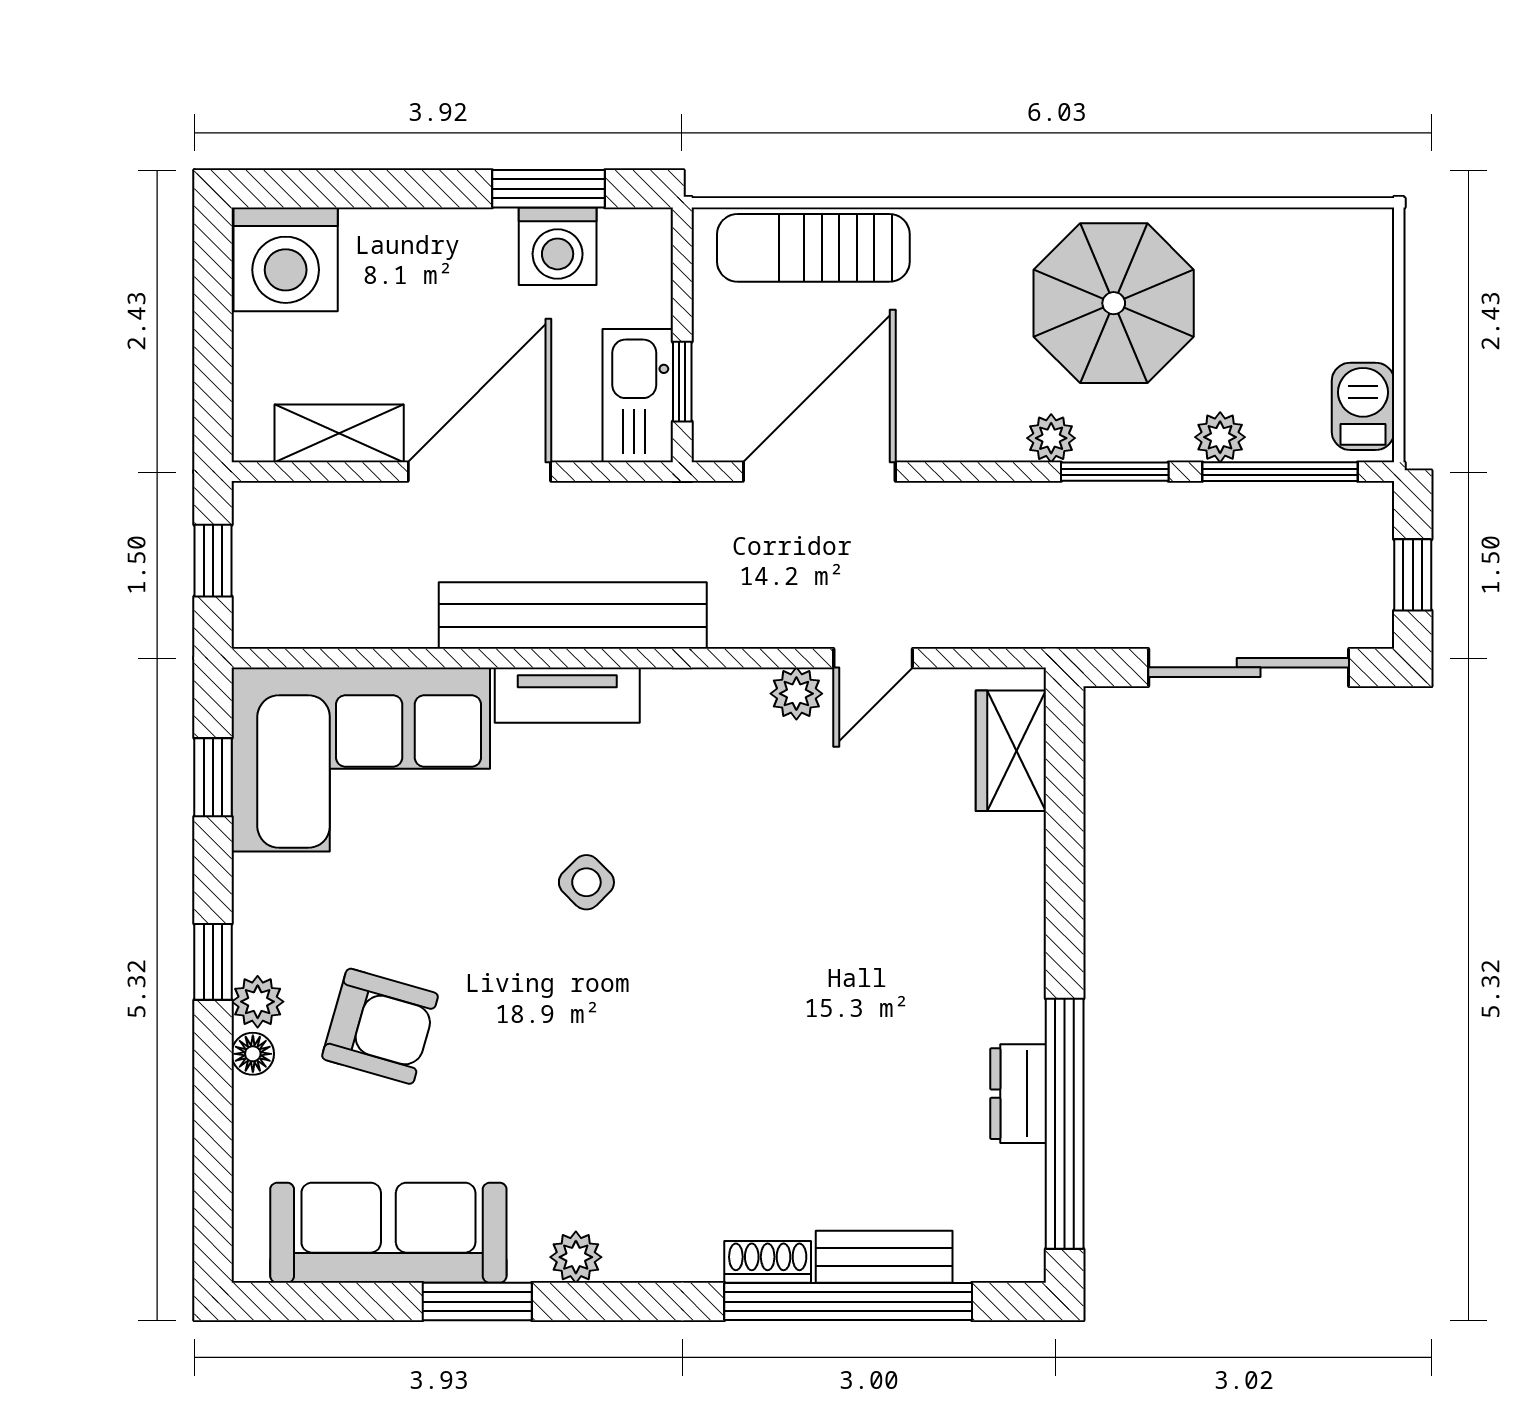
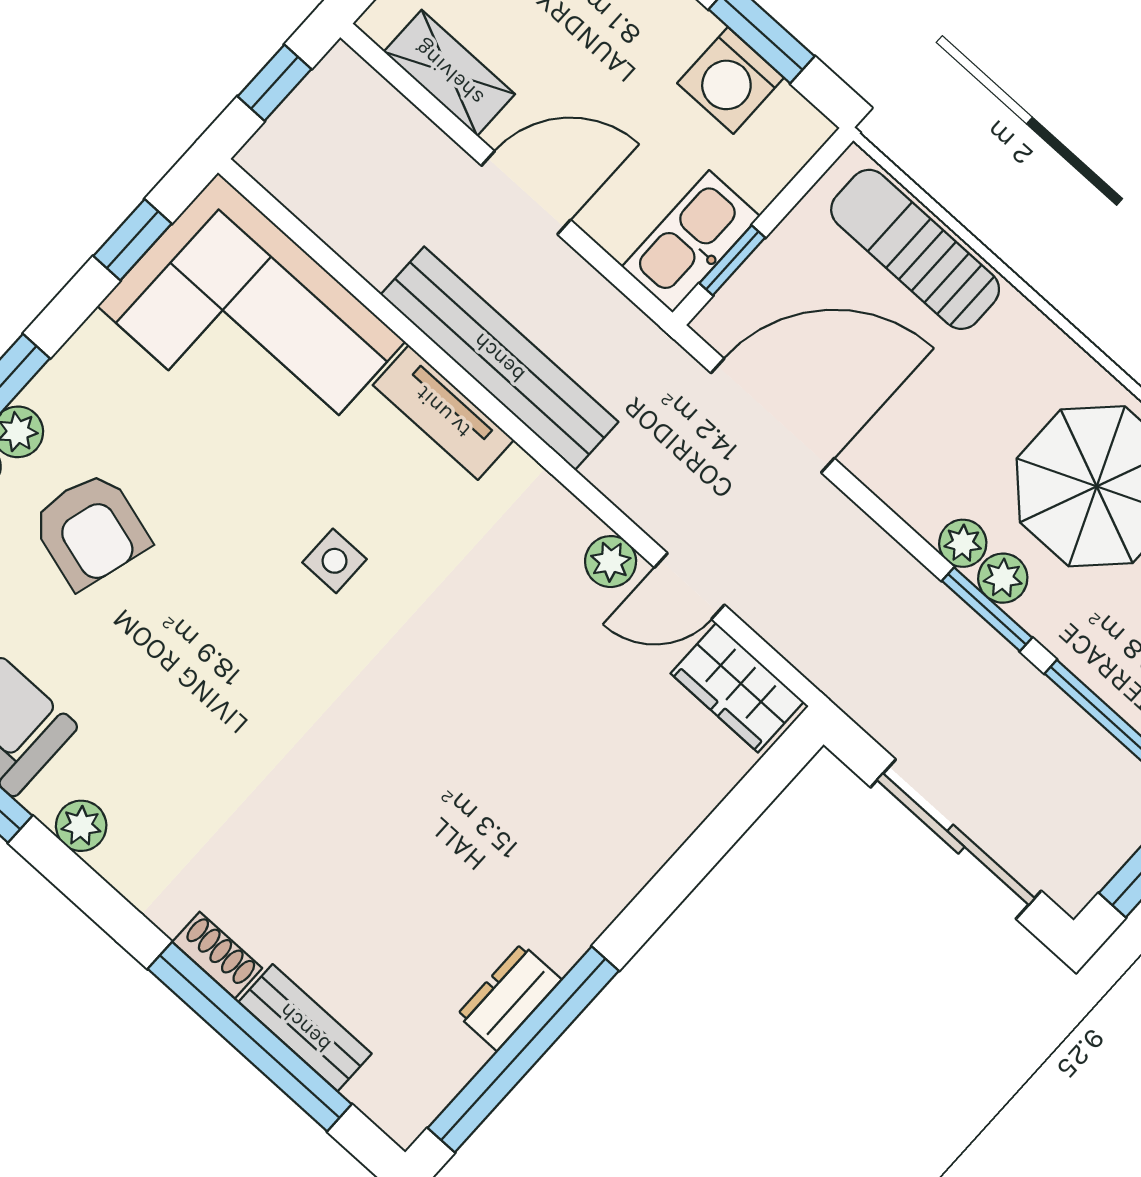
plant: (1220, 437) -> (1003, 578), moved
door: (479, 472) -> (526, 193), width x0.73
wardrobe: (1011, 751) -> (737, 688), moved, turned -90
side table: (586, 882) -> (335, 561), turned 45

